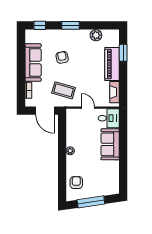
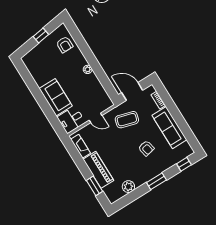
window: (91, 202) -> (41, 35), width x0.46

